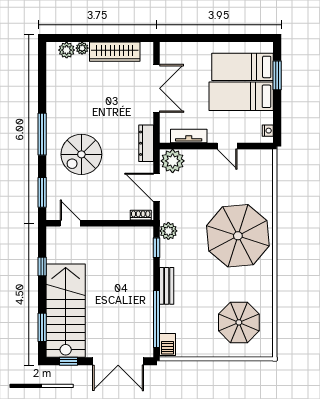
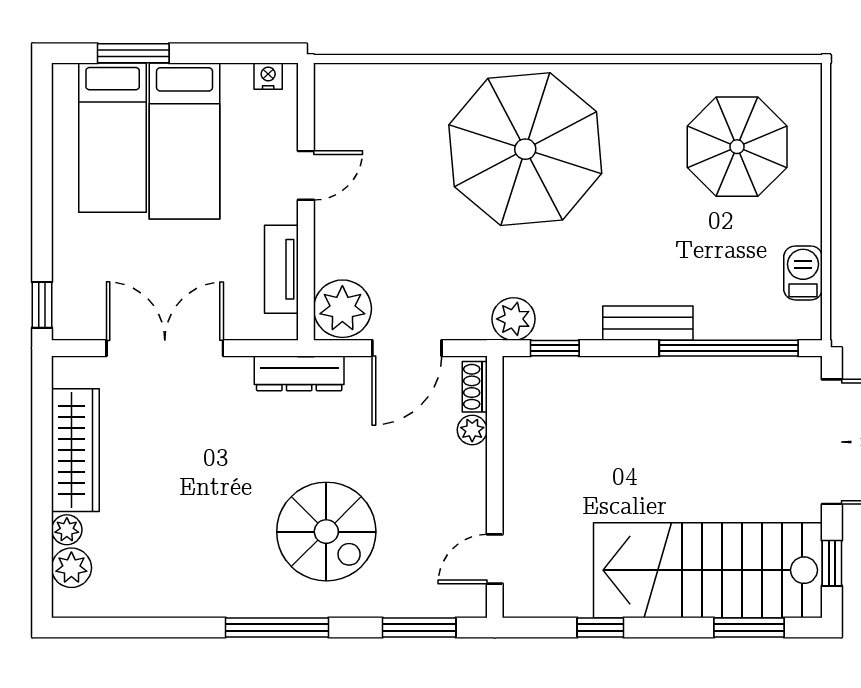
window: (174, 38) -> (42, 305), added
plant: (123, 214) -> (472, 430), added
barbecue: (168, 344) -> (803, 273), moved, turned -90

